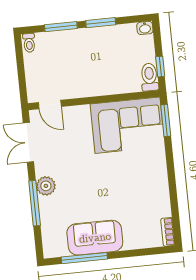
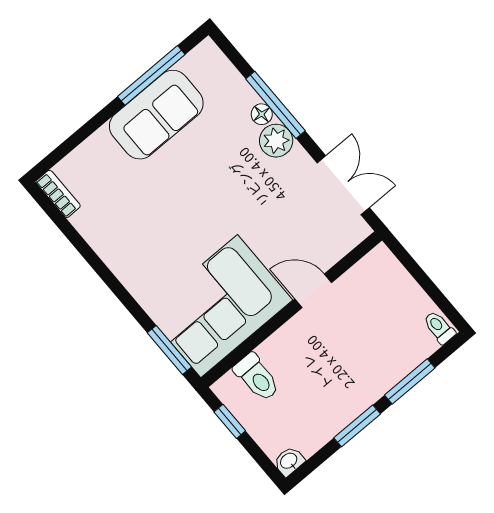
toilet: (149, 77) -> (257, 377), moved
door: (50, 105) -> (313, 291), moved
floor lamp: (44, 203) -> (262, 114), added

